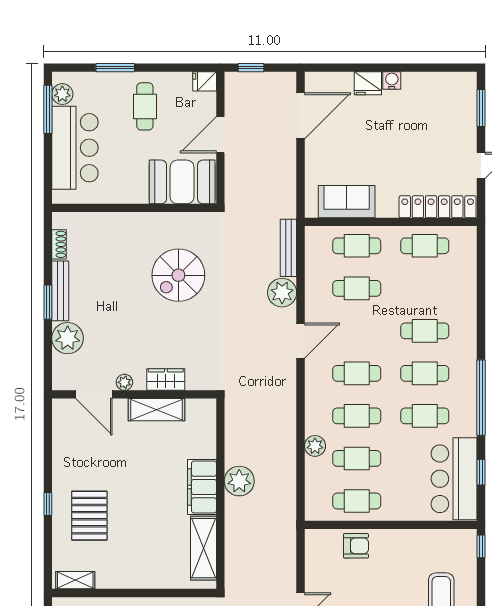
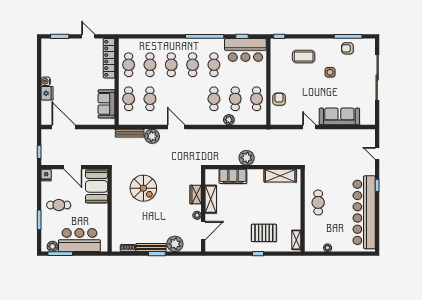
cafe table: (357, 373) -> (150, 65), moved
filing cabinet: (202, 487) -> (233, 176), moved

